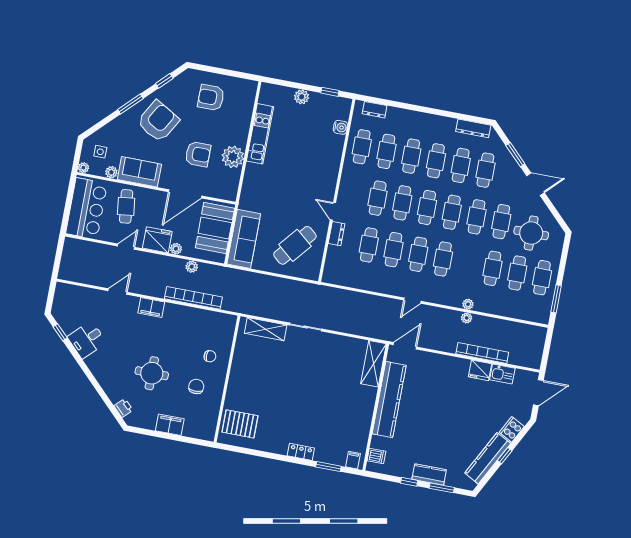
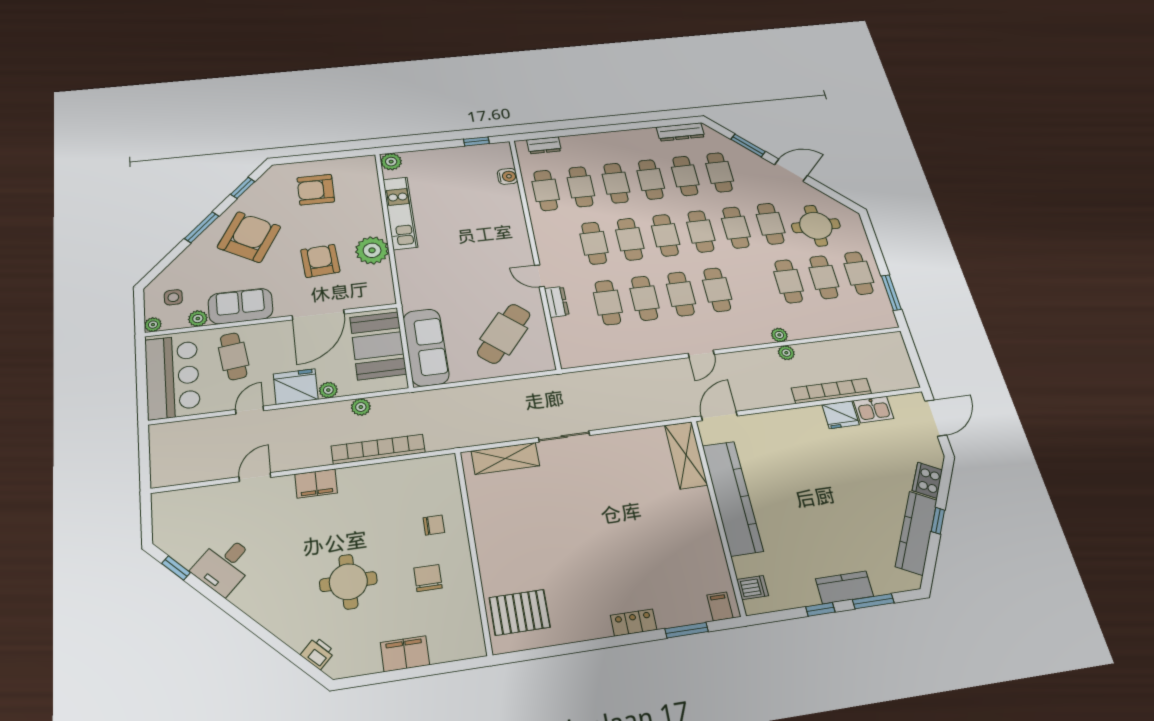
plant: (302, 97) -> (391, 162), moved
armchair: (198, 154) -> (320, 261), turned -94

